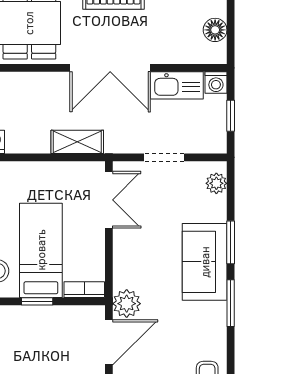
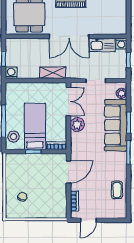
floor lamp: (215, 30) -> (121, 18), removed
sofa: (205, 262) -> (116, 125), width x1.36
plant: (127, 304) -> (77, 125), moved

